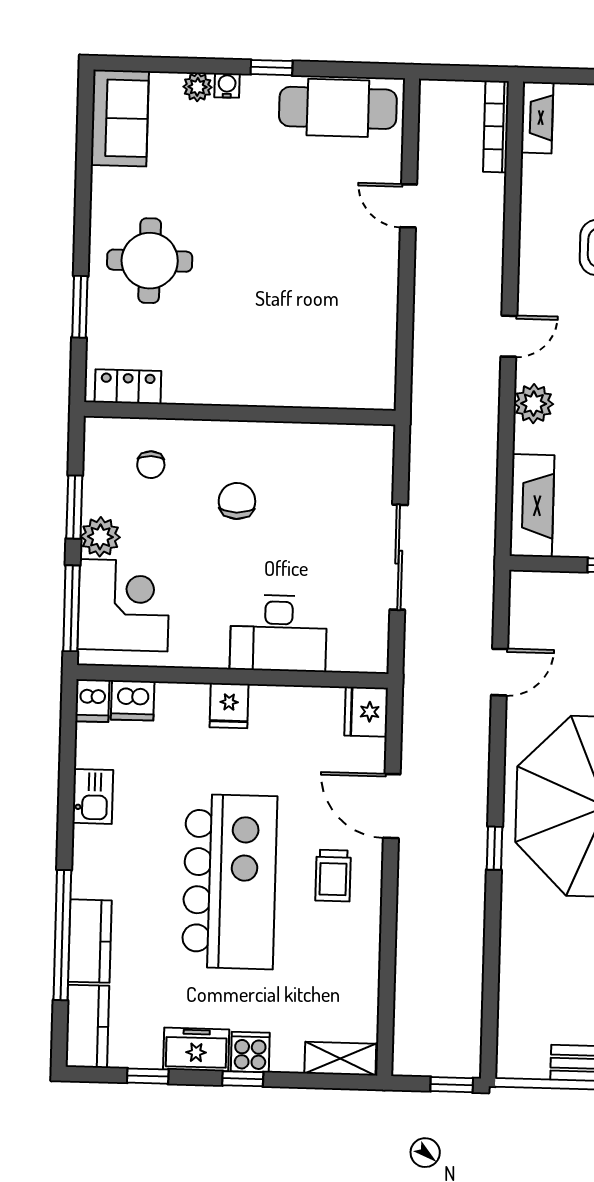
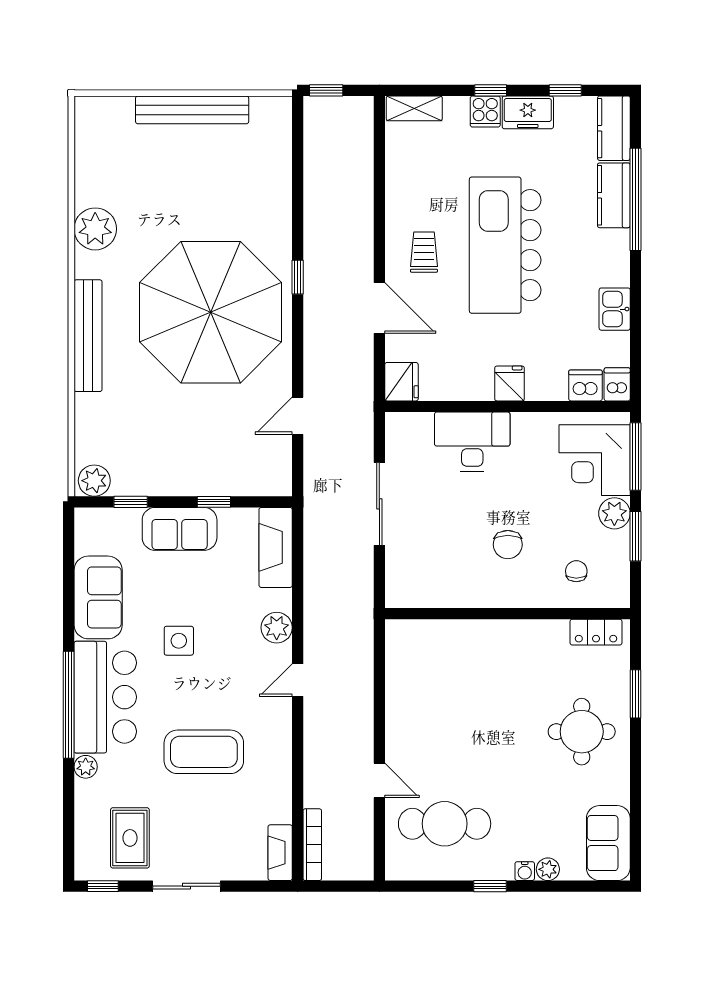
cafe table: (338, 108) -> (445, 824), moved

